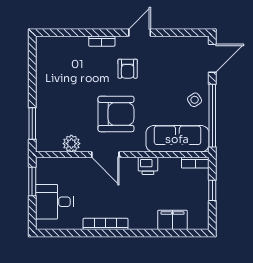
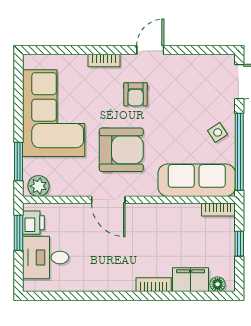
corner sofa: (61, 84) -> (54, 113), added
plant: (71, 144) -> (38, 186), moved
printer: (148, 166) -> (33, 223), moved, turned -90
bookcase: (106, 224) -> (154, 285), moved, width x0.64
floor lamp: (194, 224) -> (218, 284), added

